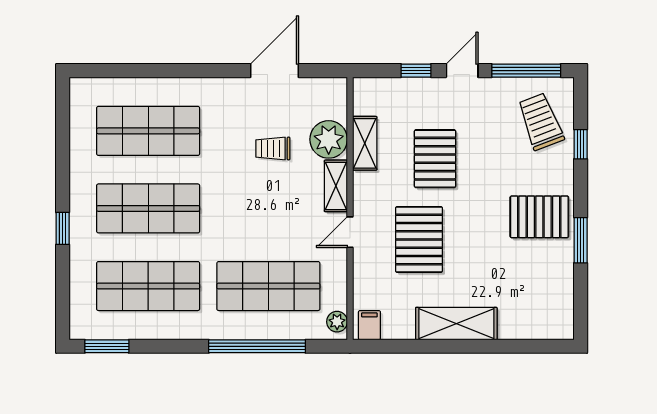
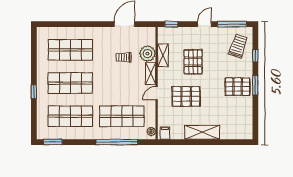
window: (416, 71) -> (171, 24), moved
trolley: (541, 122) -> (238, 46), turned 39
pallet: (419, 239) -> (186, 96), turned 90
window: (581, 240) -> (255, 85), moved

